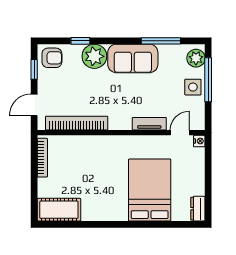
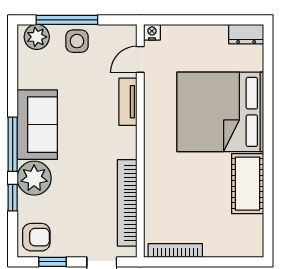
window: (161, 41) -> (13, 144), moved
armchair: (52, 58) -> (36, 237), turned 90
door: (180, 133) -> (140, 59), hinge flipped
bed: (150, 190) -> (220, 112), width x1.36
cot: (59, 210) -> (248, 184), moved

